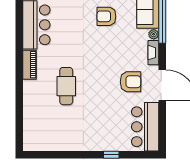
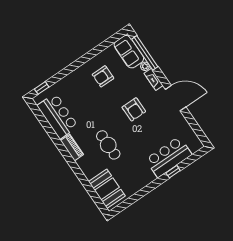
armchair: (131, 82) -> (134, 109), moved, turned 90
booth: (36, 127) -> (107, 189), added
bar counter: (145, 127) -> (169, 157), moved, turned 90

